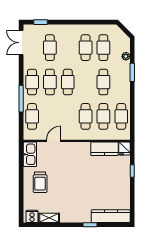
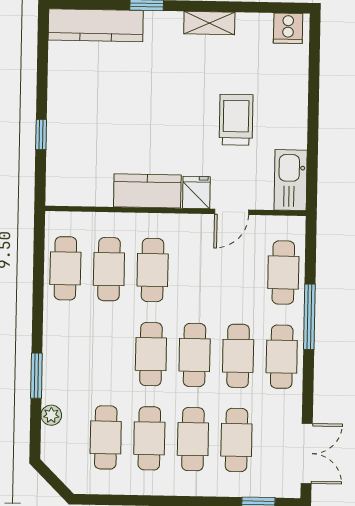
cafe table: (68, 48) -> (193, 439), added
cafe table: (103, 82) -> (151, 354), moved
kitchen counter: (104, 149) -> (147, 191), moved
fridge: (124, 149) -> (196, 192), moved
trolley: (40, 182) -> (236, 120), moved
shelving: (49, 218) -> (209, 23), moved

